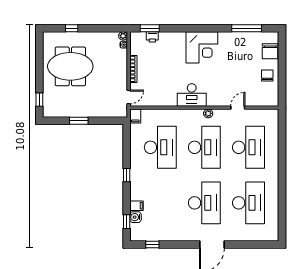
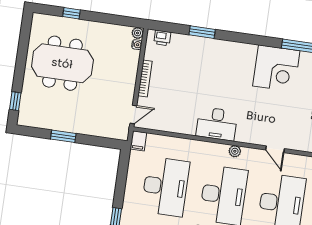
window: (150, 28) -> (202, 32), moved
printer: (152, 37) -> (162, 38), moved
corner desk: (202, 47) -> (276, 68), moved
door: (238, 108) -> (275, 149), swing flipped

